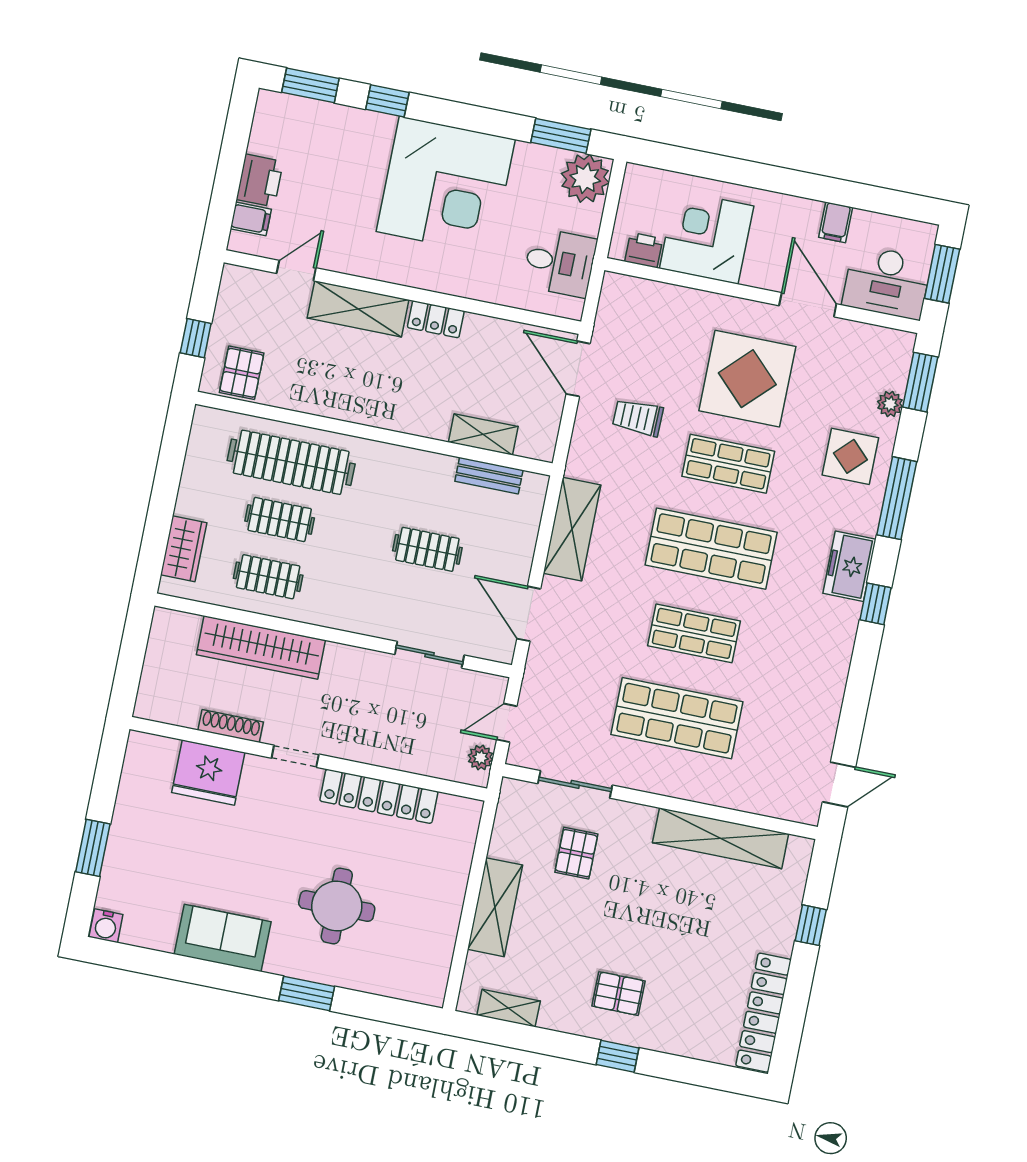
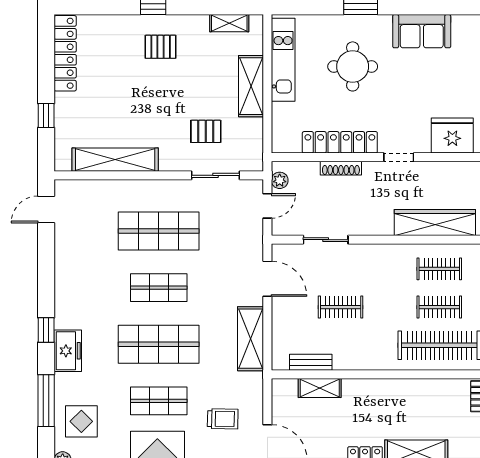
shoe rack: (231, 726) -> (341, 168), moved
pallet: (576, 853) -> (206, 131), turned 90
kitchen unit: (439, 937) -> (283, 60), added

